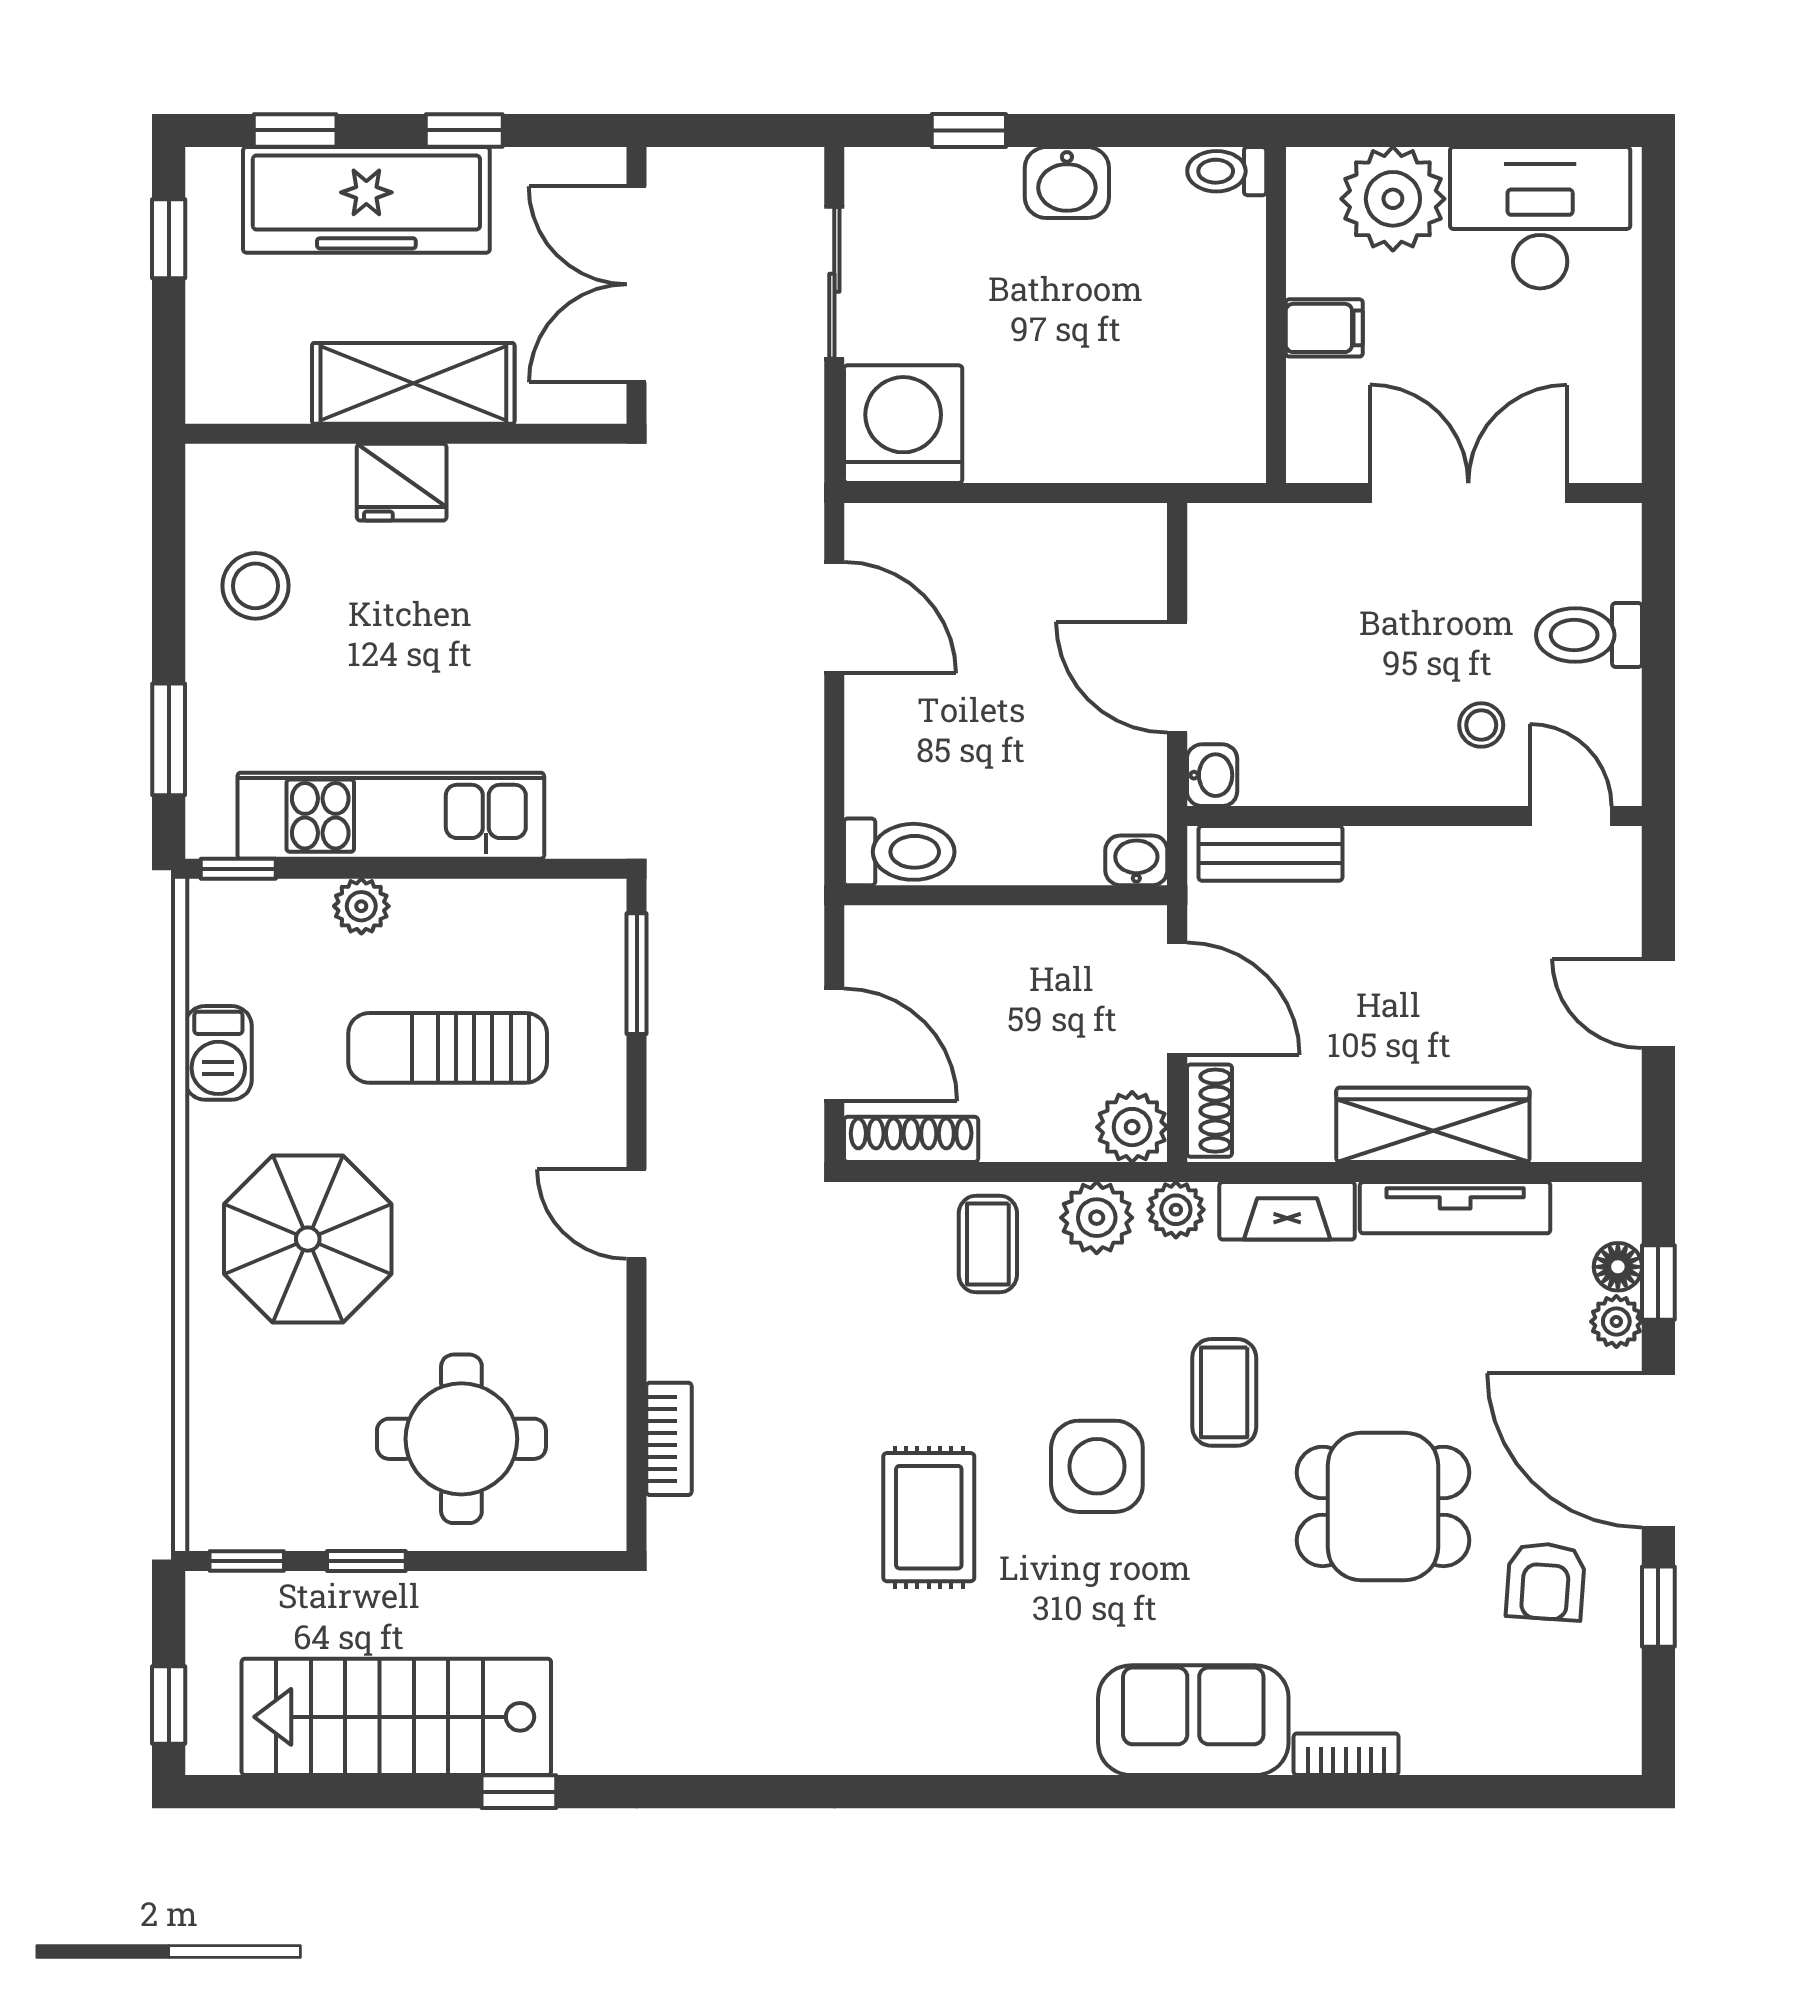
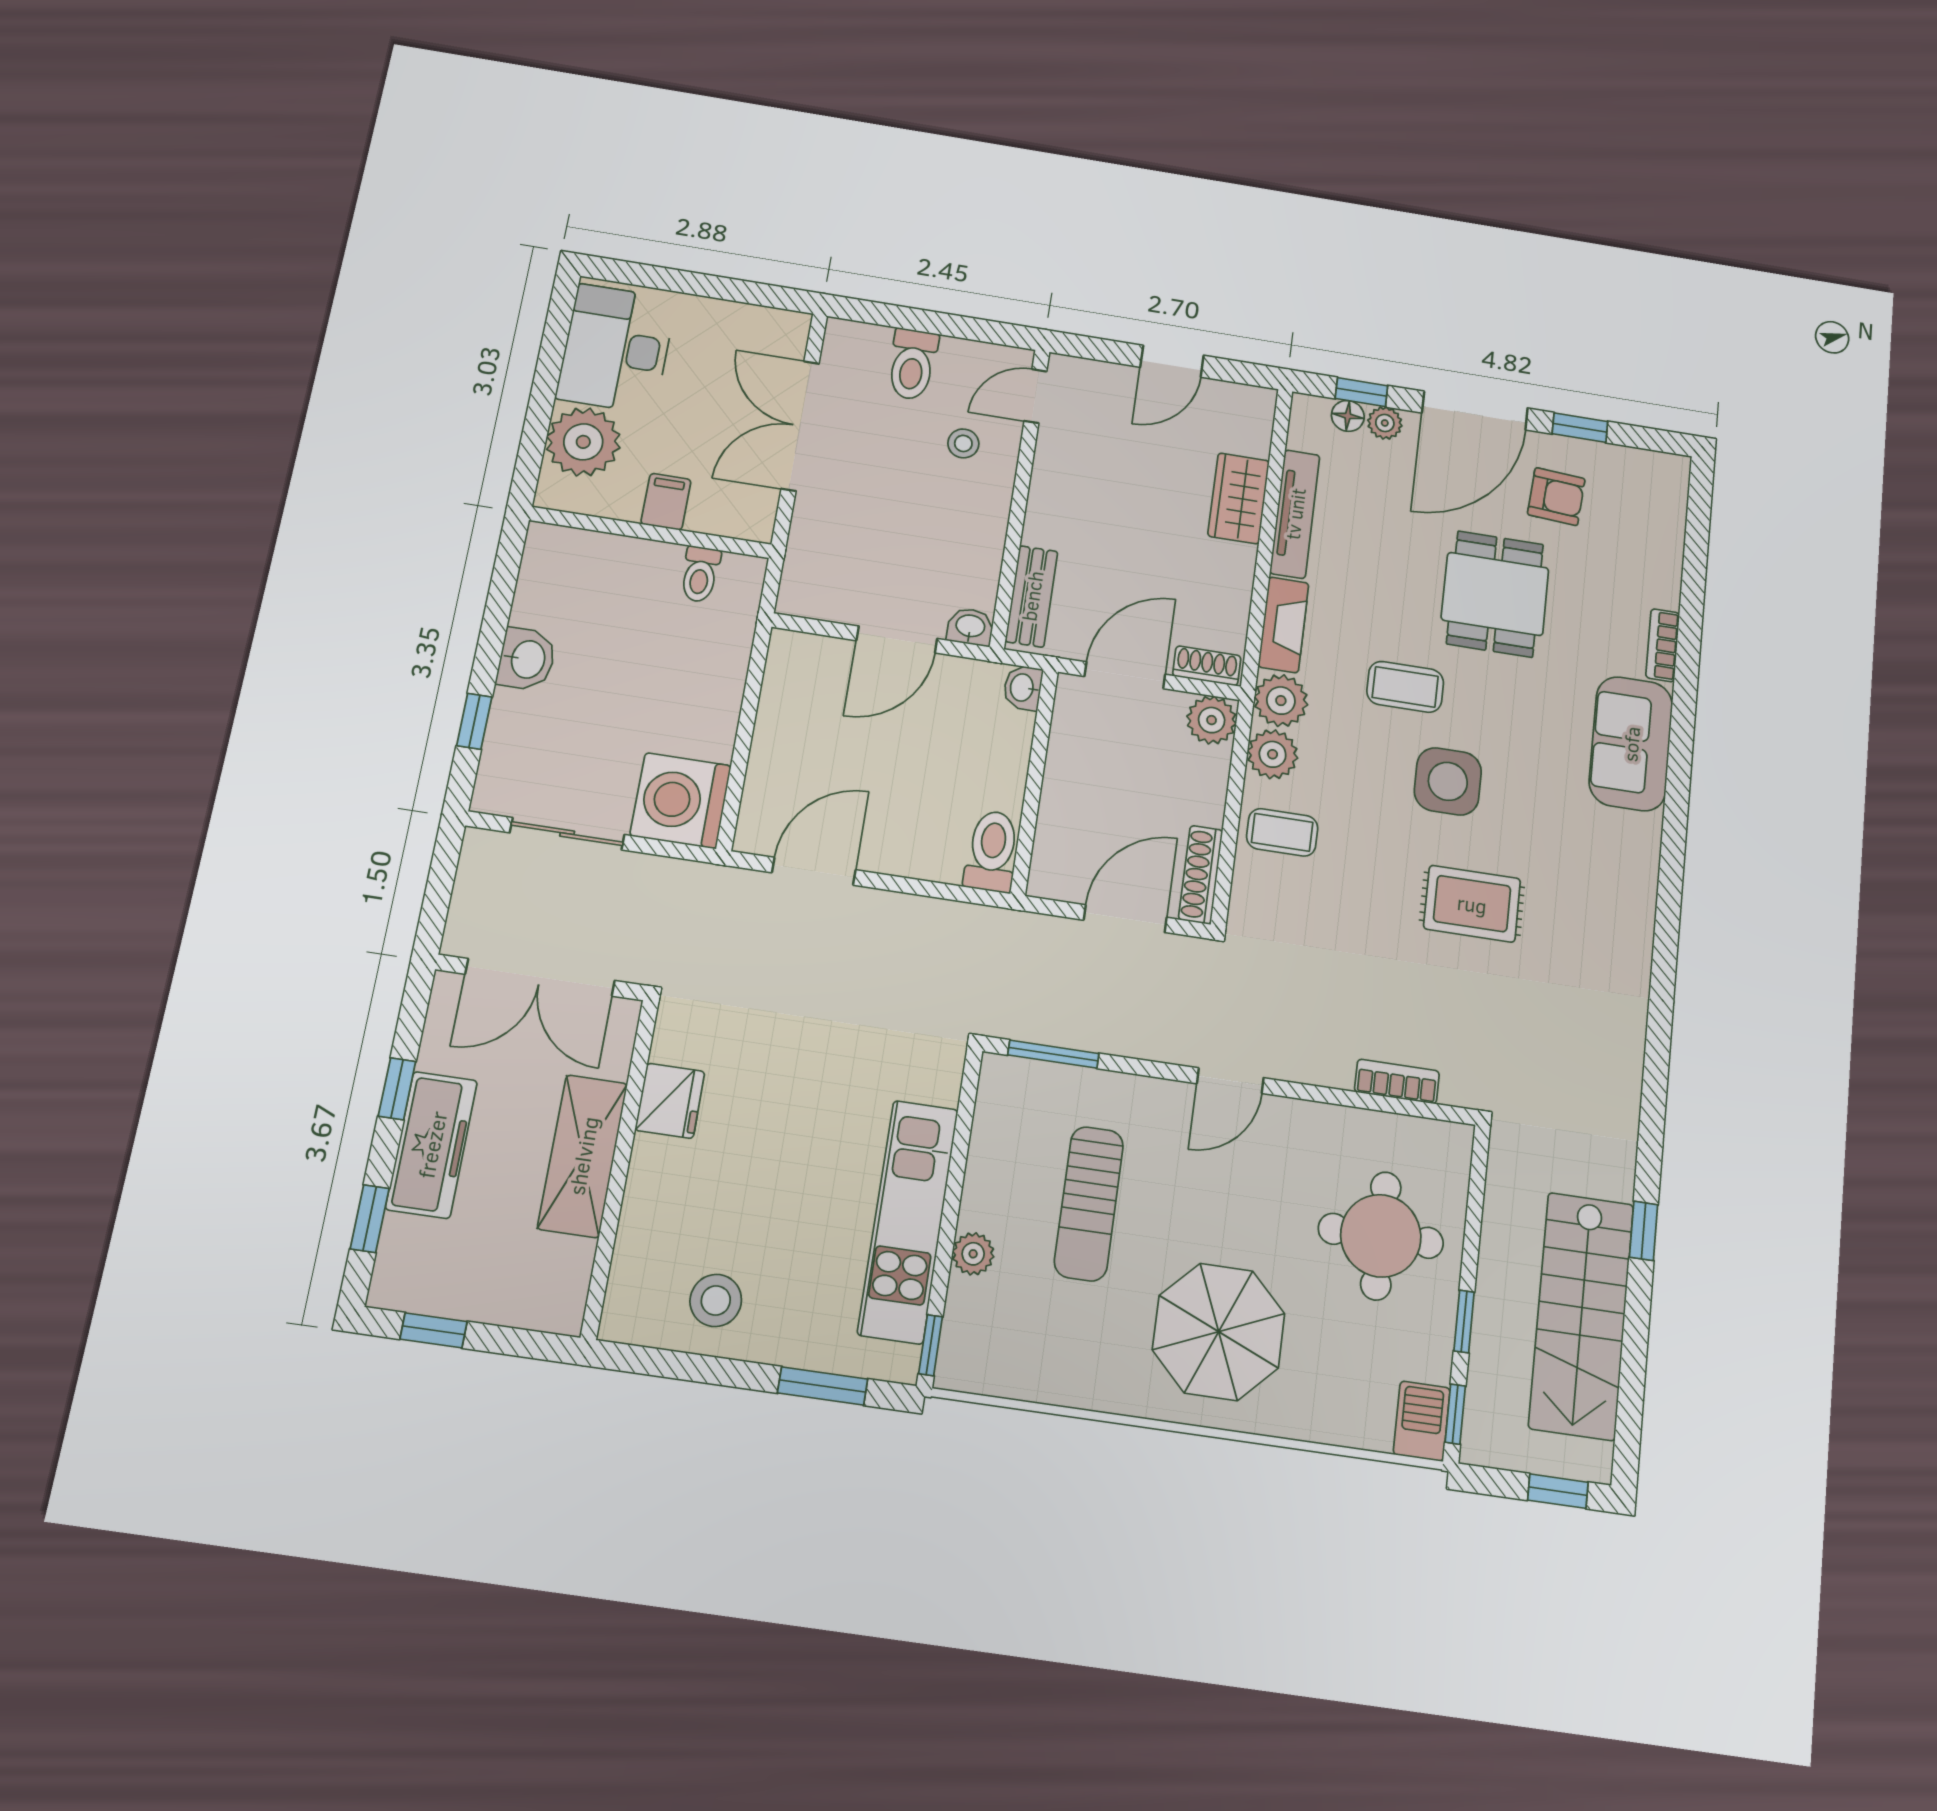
toilet: (1227, 171) -> (700, 574), moved
freezer: (366, 200) -> (432, 1145), width x0.73, depth x0.79
fridge: (402, 482) -> (670, 1101), moved
barbecue: (218, 1053) -> (1422, 1421), moved, turned -90
wardrobe: (1433, 1125) -> (1239, 498), width x0.67
plant: (1176, 1210) -> (1281, 701), width x1.38, depth x1.38

